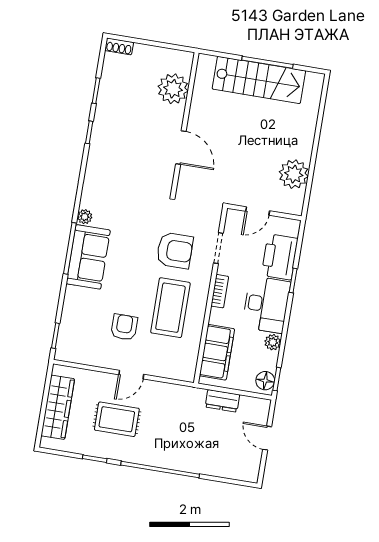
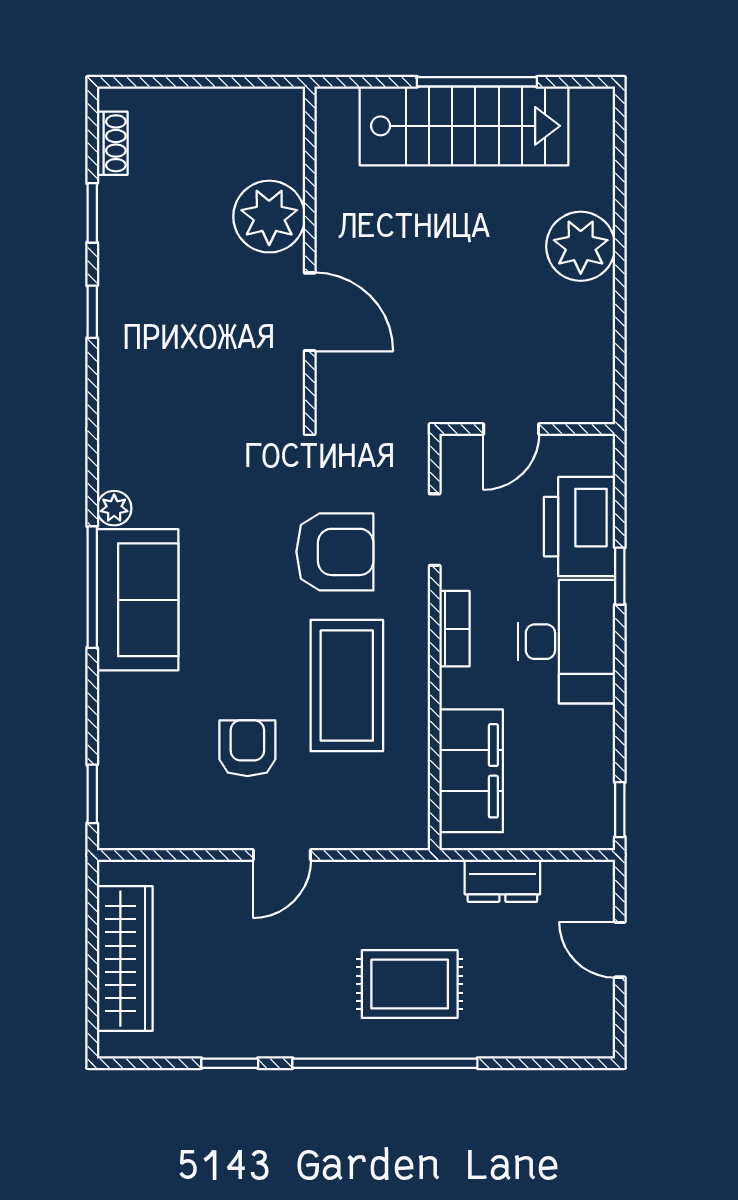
shoe rack: (119, 46) -> (112, 143), moved, turned -90
plant: (173, 89) -> (269, 217), moved
plant: (294, 174) -> (581, 246), moved
plant: (273, 342) -> (596, 726), removed
floor lamp: (265, 381) -> (594, 818), removed
rug: (117, 419) -> (410, 984), moved

